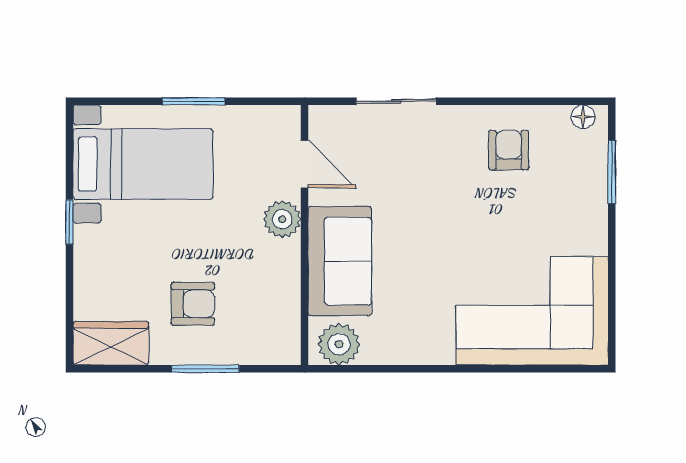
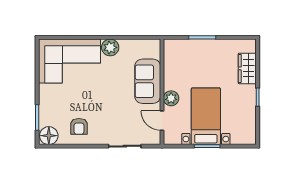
floor lamp: (583, 117) -> (49, 136), width x1.89, depth x1.89
bed with nightstands: (143, 164) -> (206, 116), moved, turned 90
armchair: (193, 304) -> (207, 64), removed
wardrobe: (111, 343) -> (247, 68), moved, turned 90
plant: (339, 344) -> (110, 47), moved

